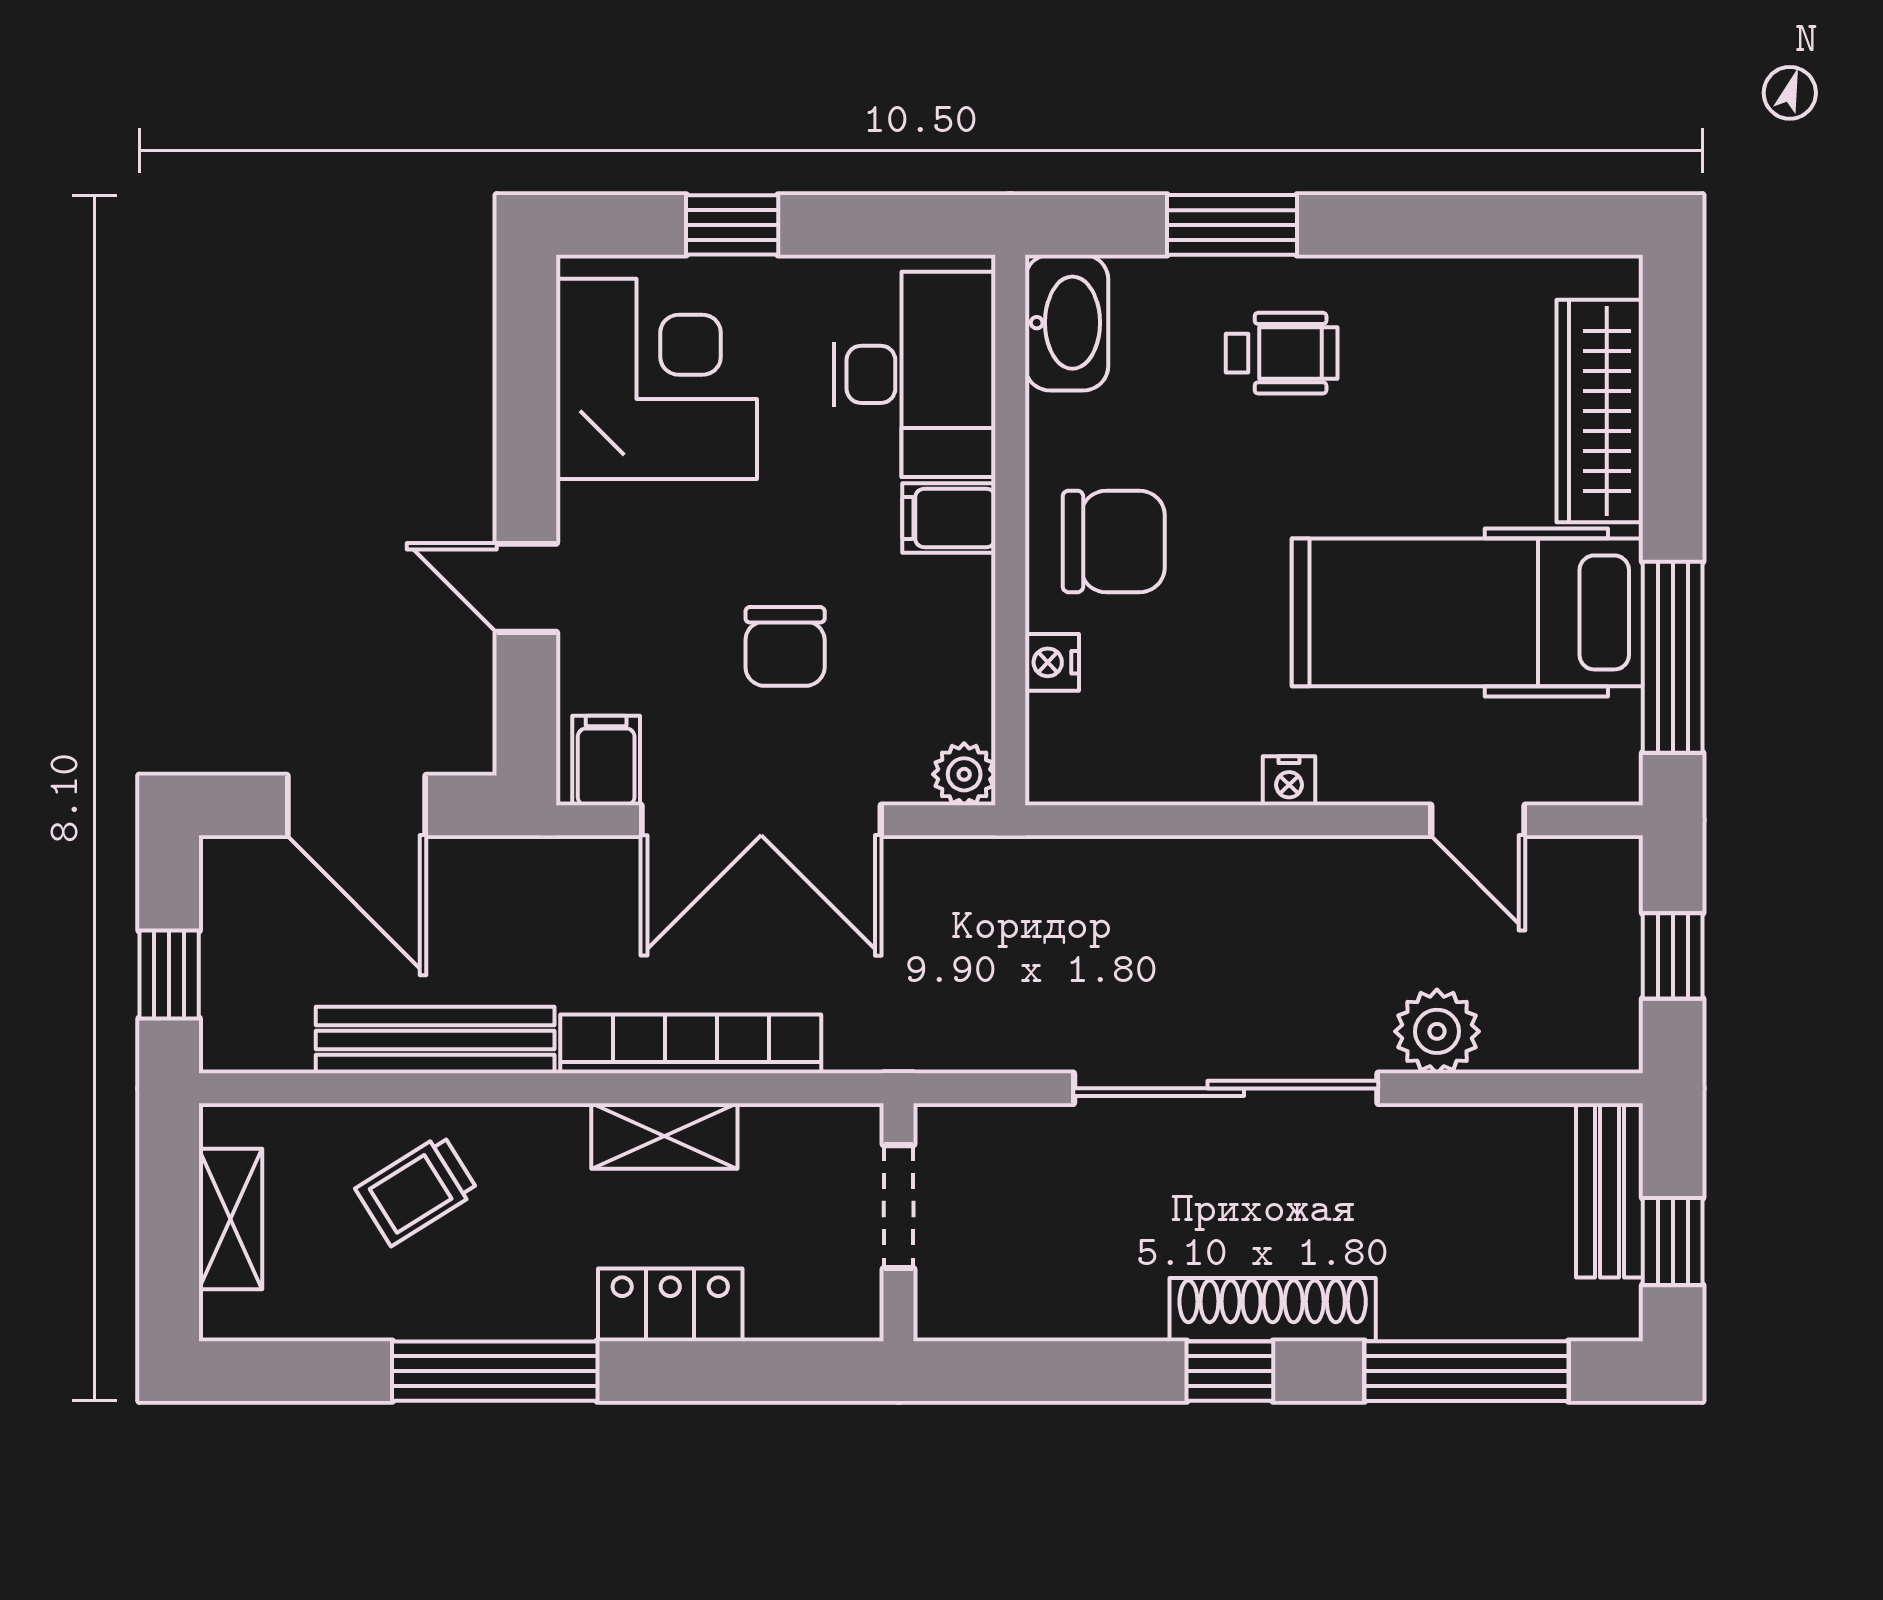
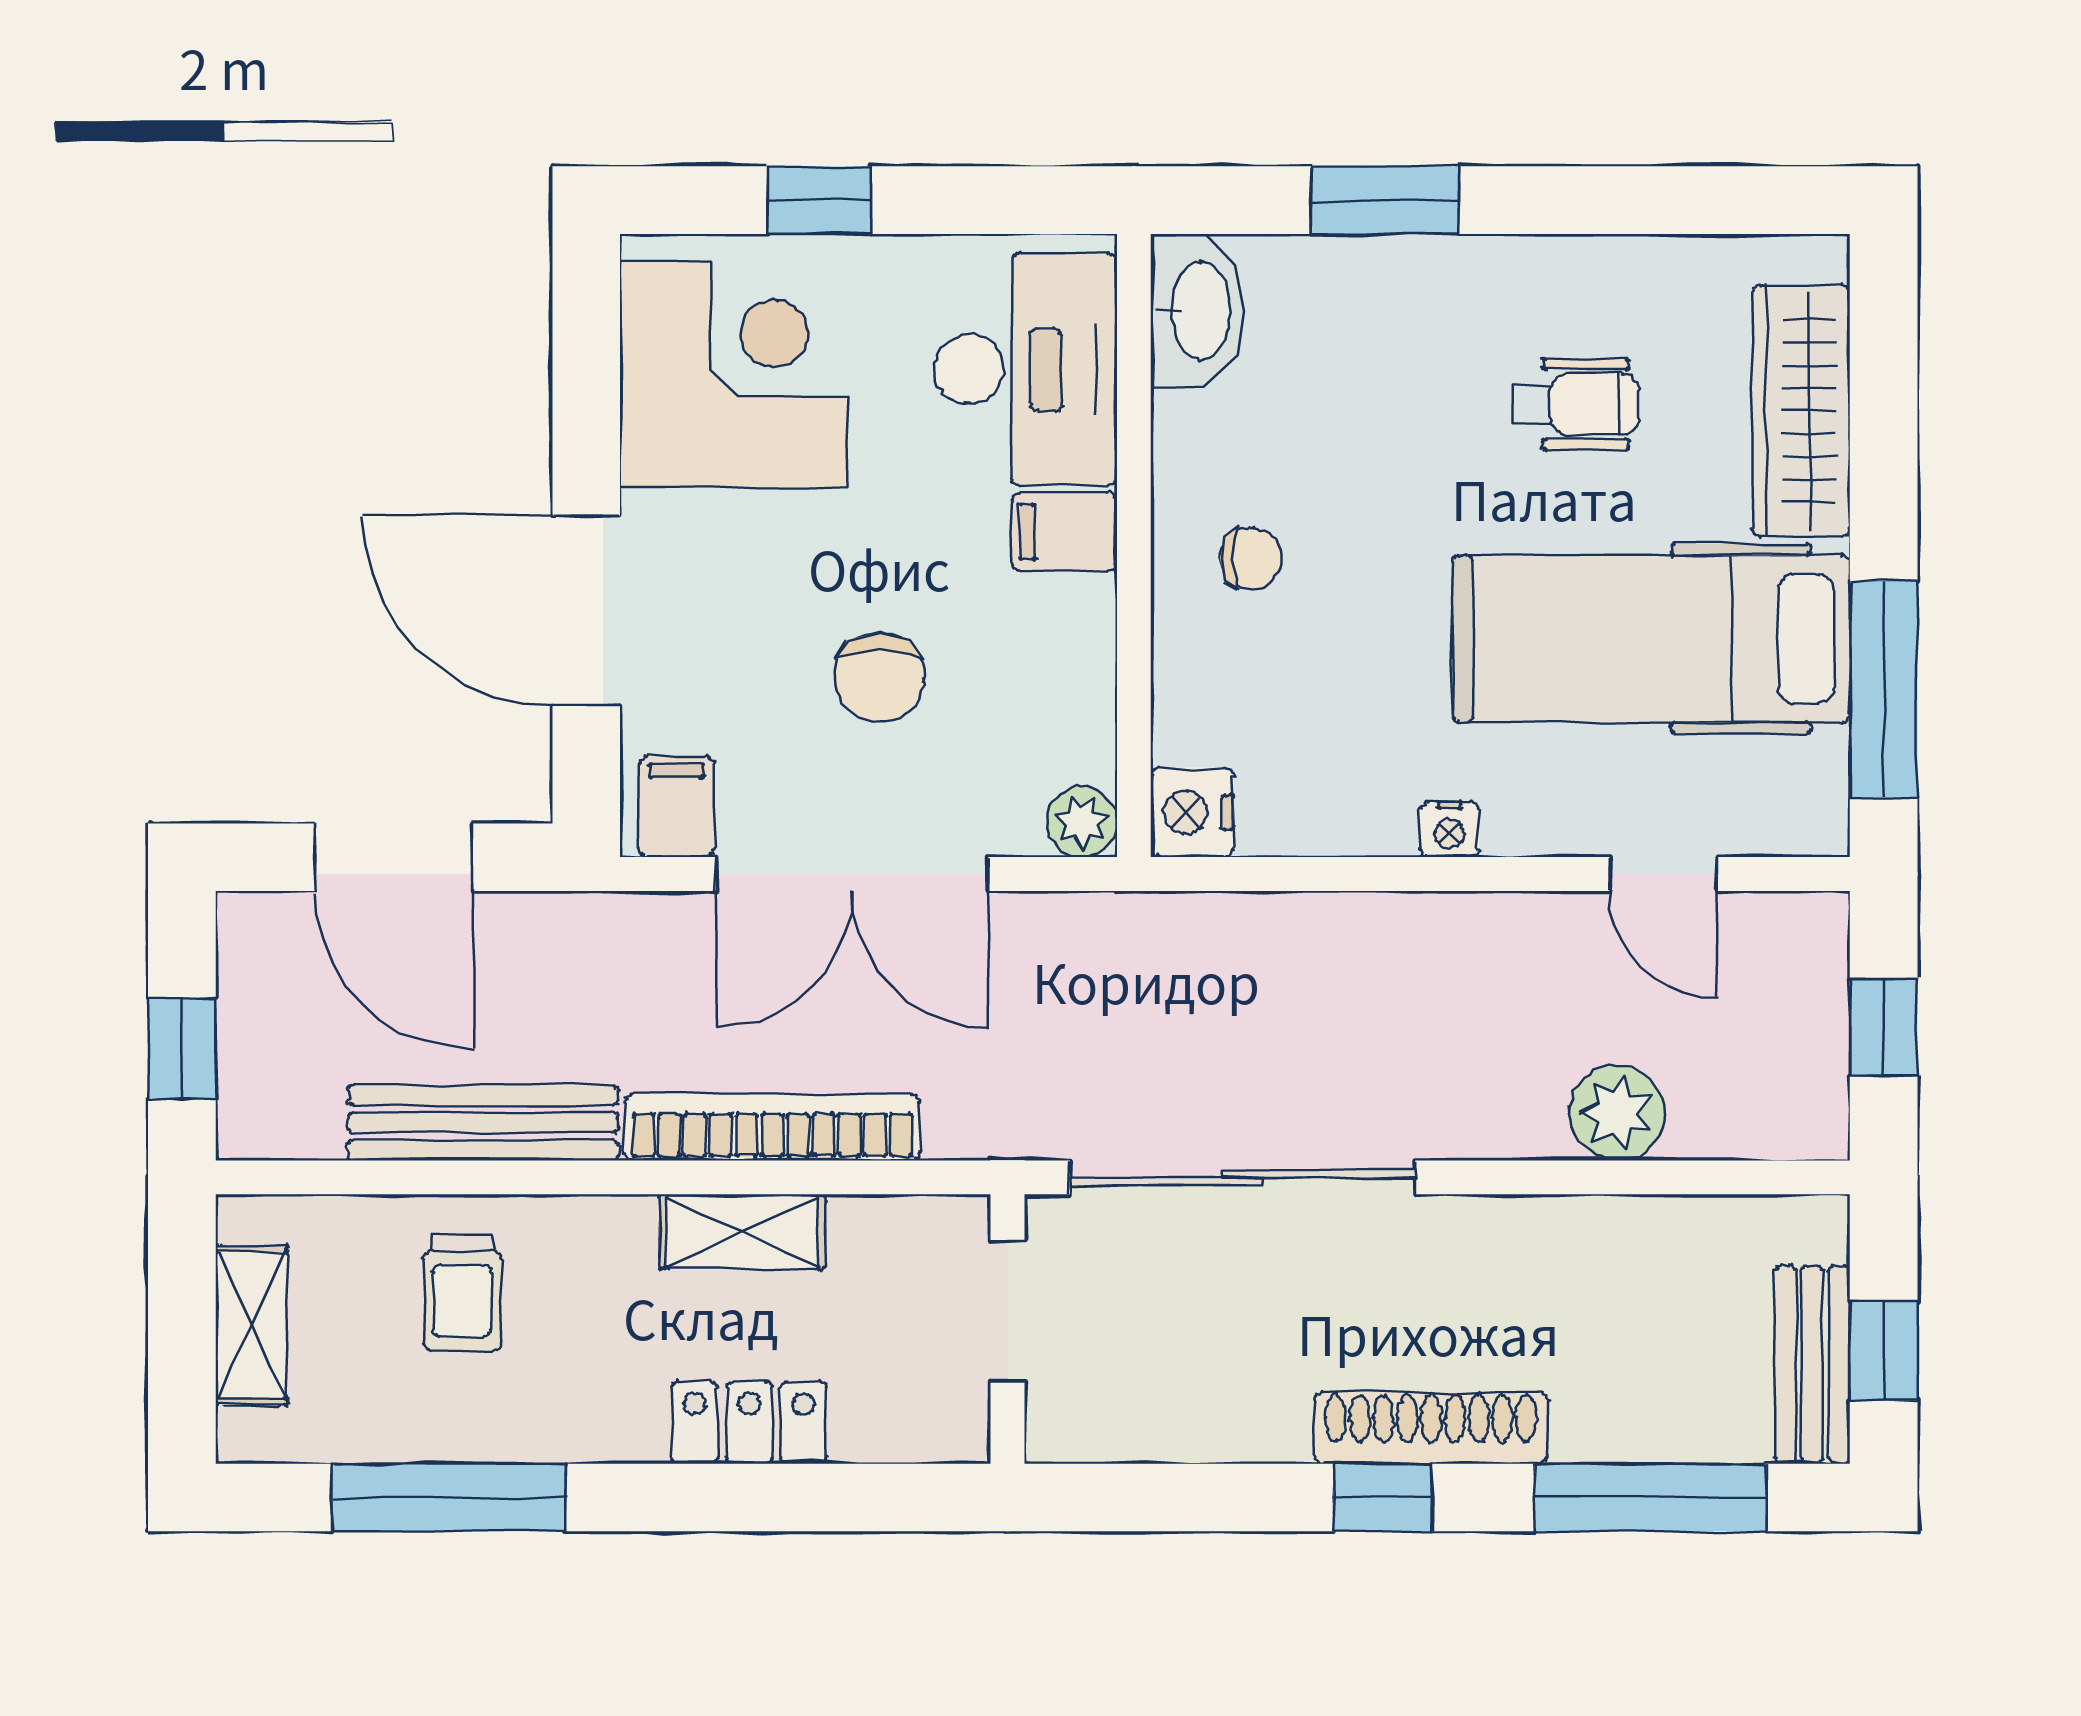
wheelchair: (1282, 353) -> (1576, 404), moved
chair: (1114, 541) -> (1251, 558), width x0.54, depth x0.54
door: (526, 588) -> (586, 611), width x1.87
nightstand: (1052, 662) -> (1192, 812), moved, width x1.39, depth x1.35
sliding door: (1226, 1088) -> (1243, 1177), moved
trolley: (417, 1190) -> (462, 1293), turned -58
bench: (1610, 1190) -> (1812, 1365), moved
window: (495, 1371) -> (449, 1498), moved

